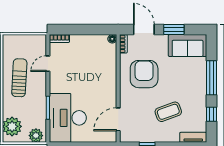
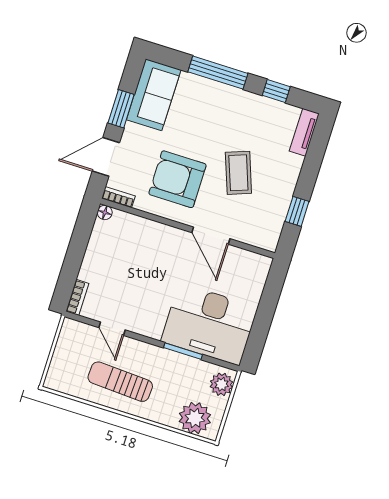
coffee table: (168, 112) -> (238, 173), moved
door: (118, 119) -> (211, 236), moved

